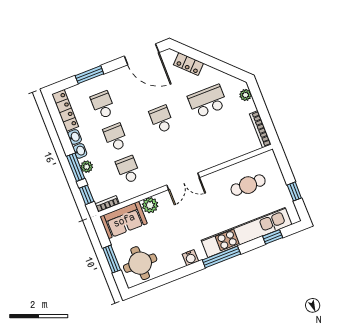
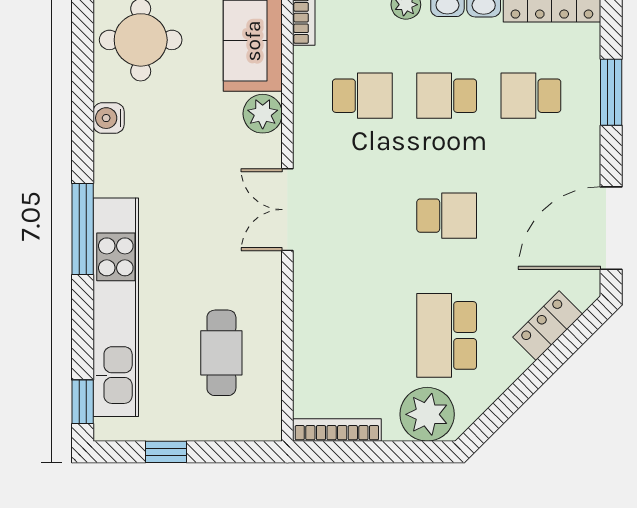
plant: (246, 95) -> (427, 414), width x1.88, depth x1.88
school desk: (208, 101) -> (447, 335), turned 180
school desk: (103, 105) -> (531, 96), turned 180
school desk: (116, 137) -> (447, 96), turned 180
window: (273, 237) -> (83, 402), moved
water cooler: (190, 258) -> (109, 118), moved

